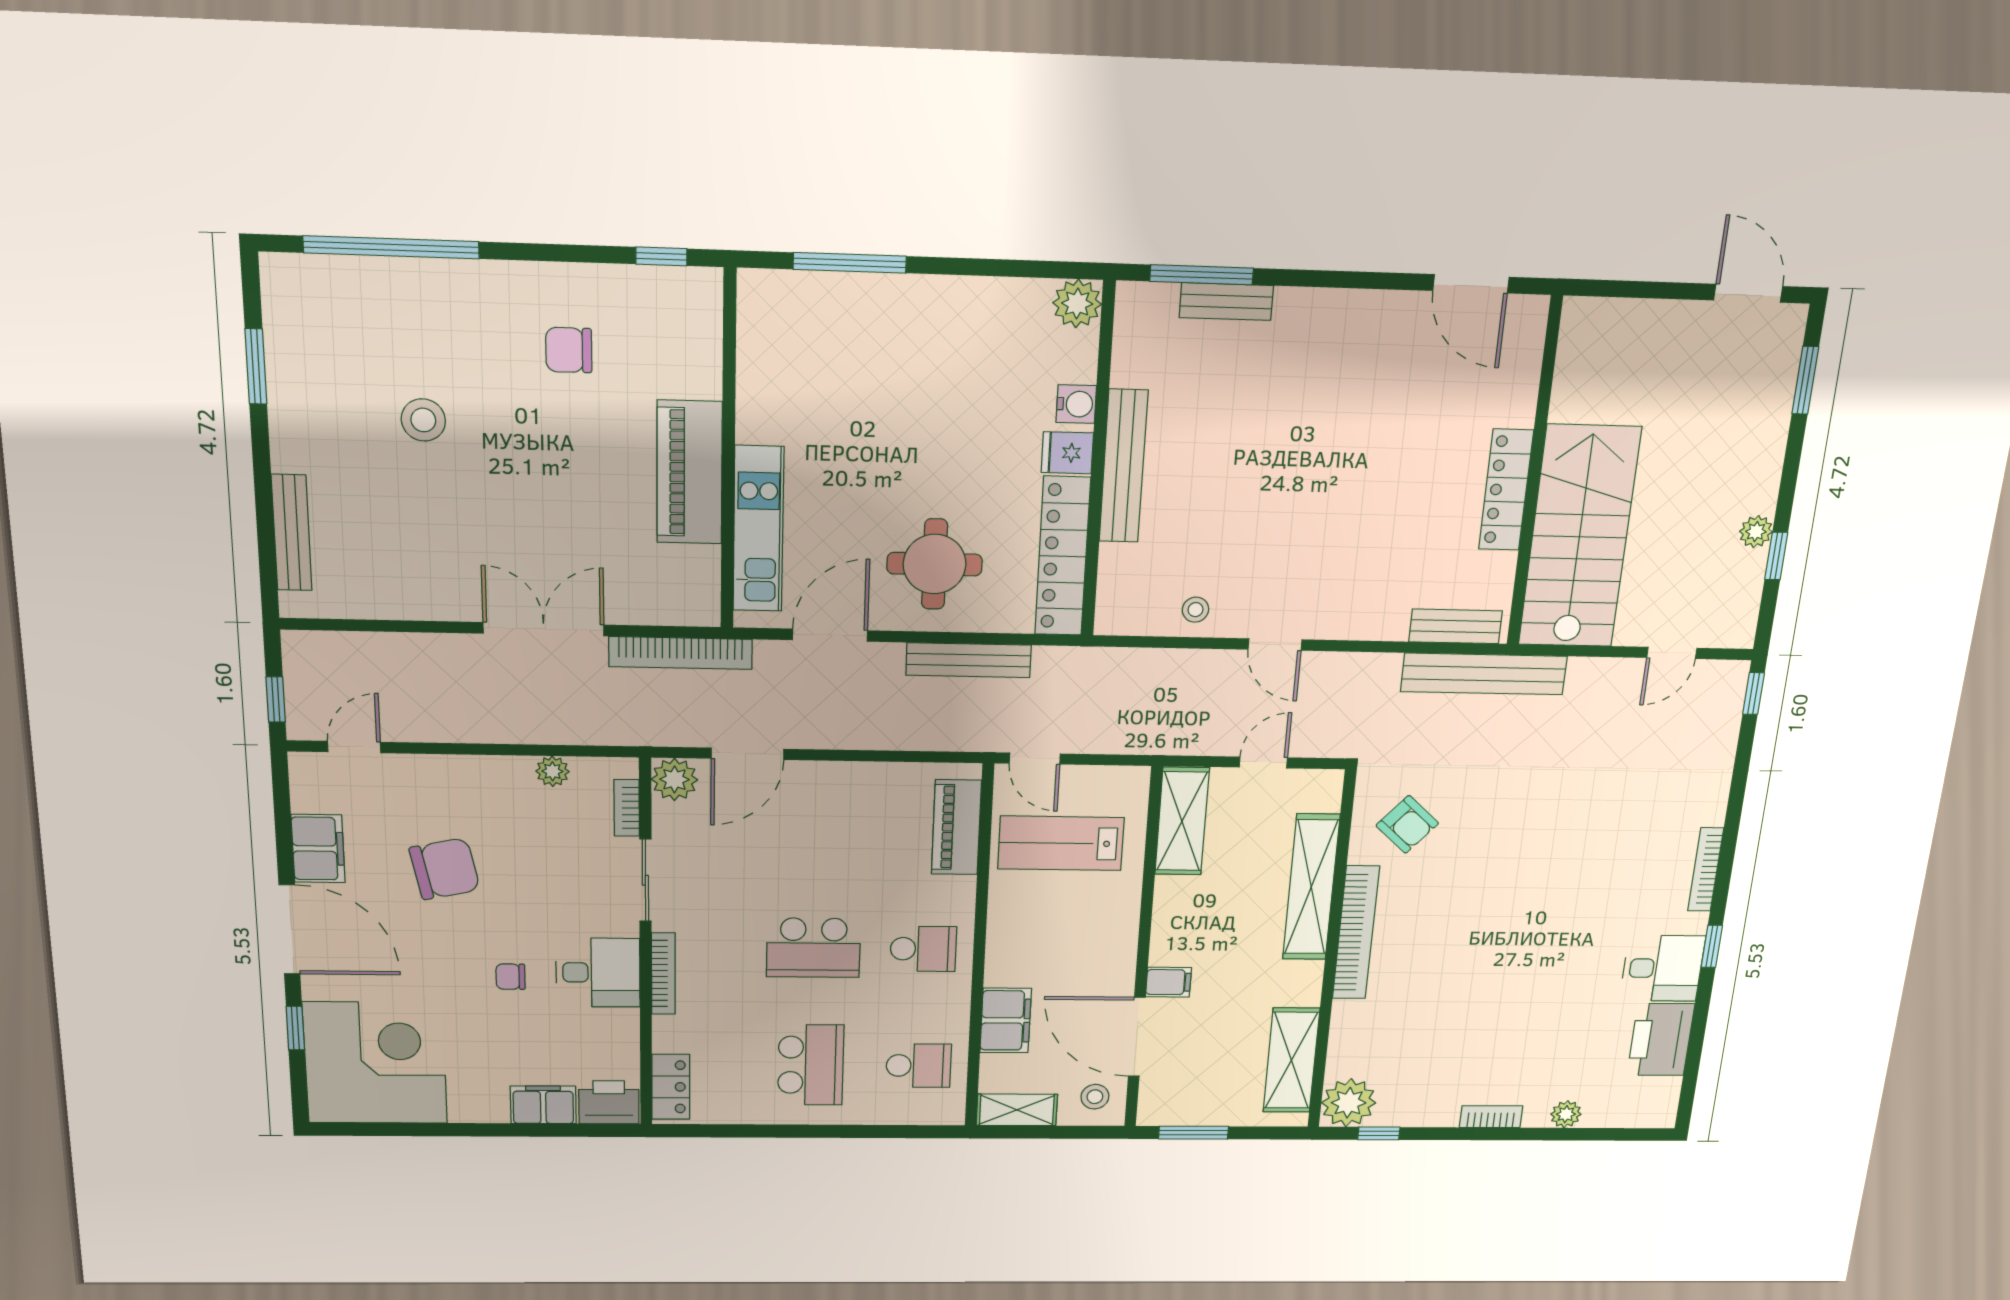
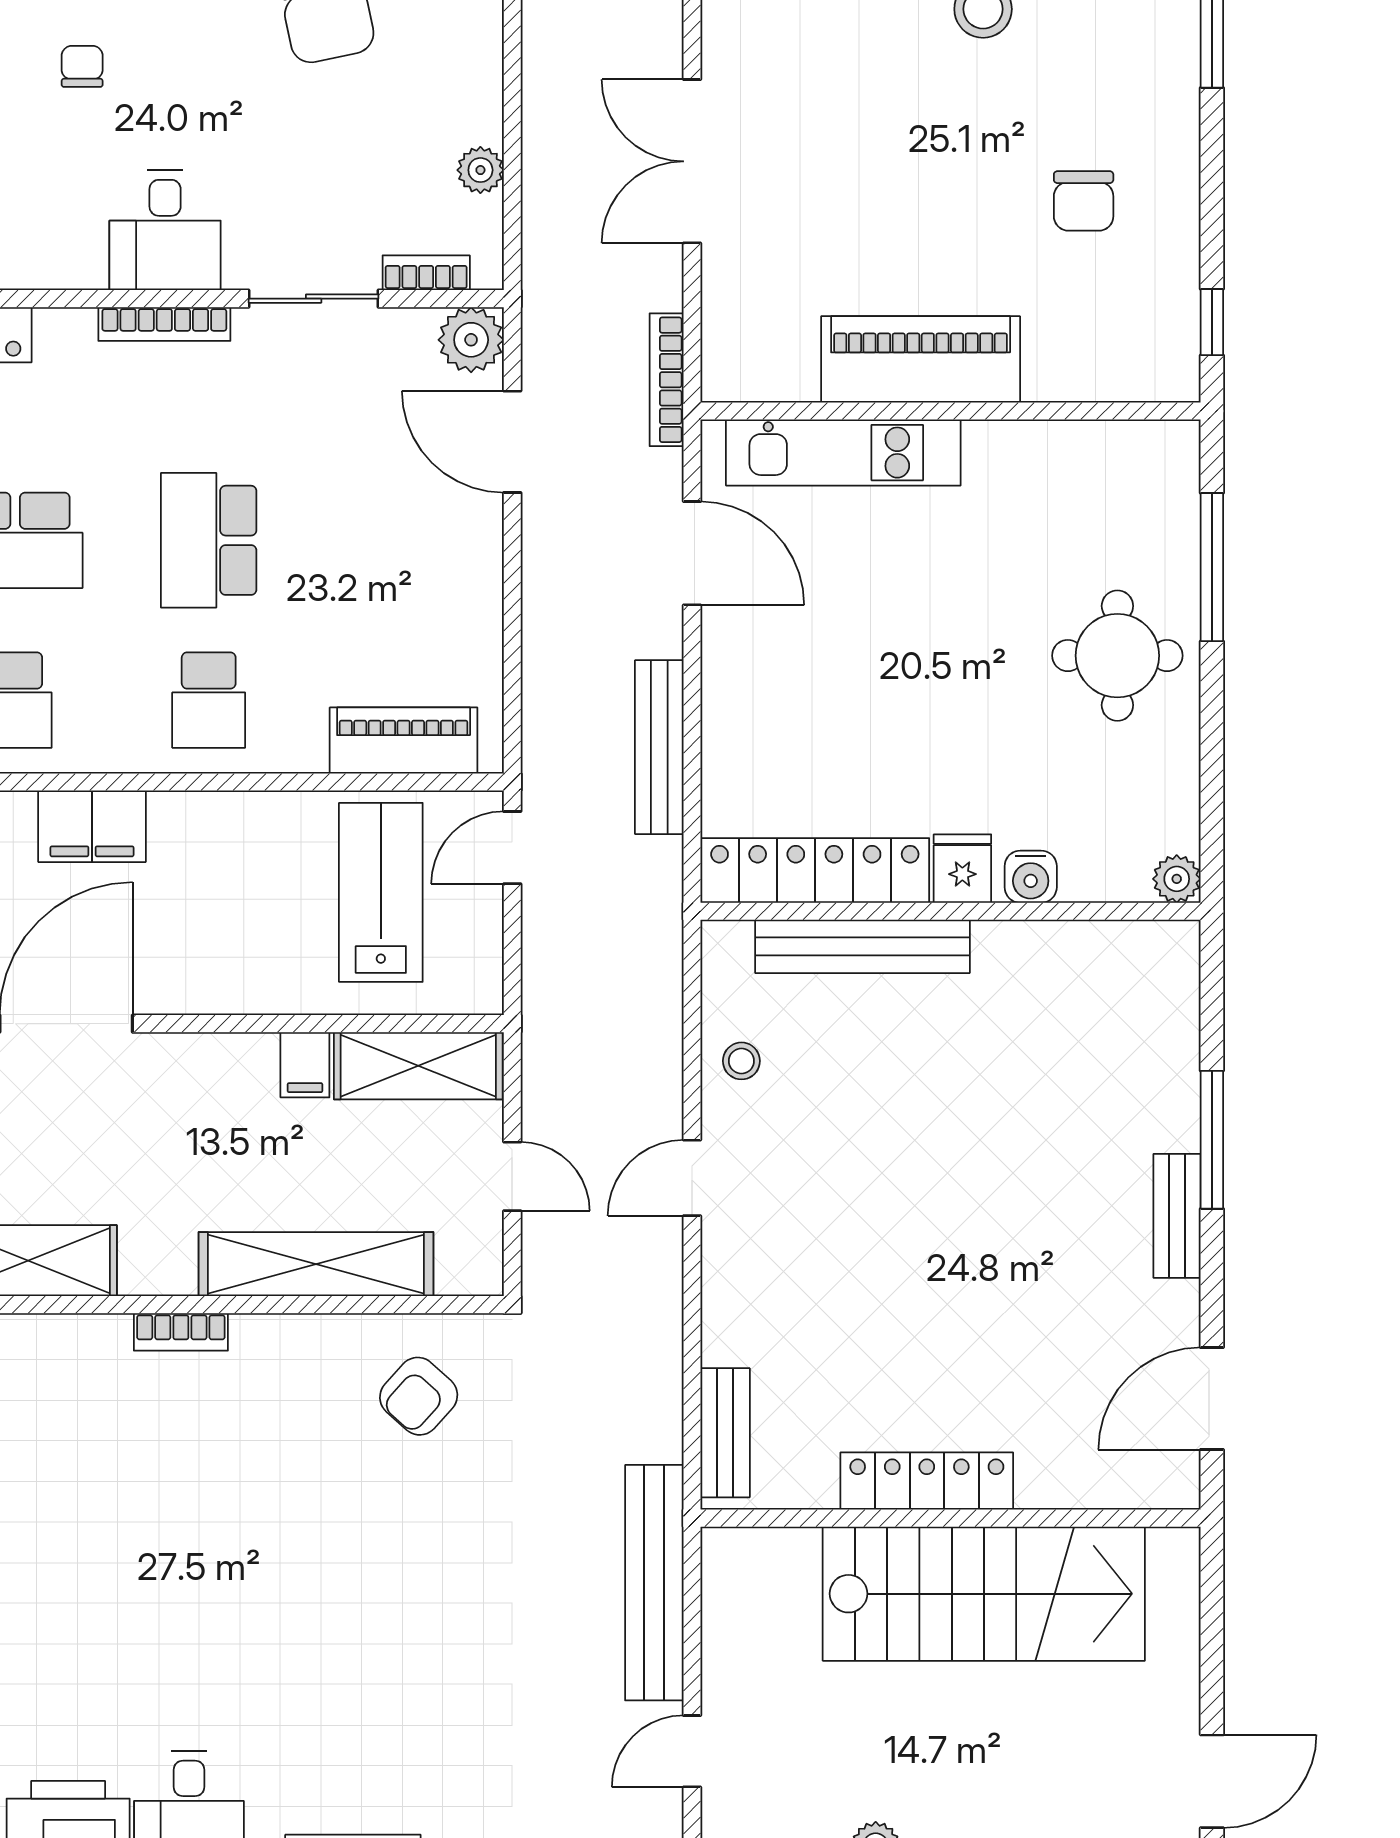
window: (1202, 275) -> (1212, 1140), moved
bench: (1226, 302) -> (1177, 1216), moved
plant: (1077, 303) -> (1177, 879), width x0.73, depth x0.73
chair: (569, 350) -> (1084, 201), turned 180
bench: (1123, 466) -> (862, 946), moved
stairs: (1579, 537) -> (984, 1594), moved
round table: (935, 564) -> (1117, 656), moved
double door: (544, 629) -> (692, 161), swing flipped
bookcase: (681, 653) -> (667, 380), width x0.68, depth x0.76
door: (1672, 653) -> (692, 1751), hinge flipped
bench: (1484, 674) -> (654, 1583), moved
bookcase: (1356, 933) -> (181, 1332), width x0.43, depth x0.76
chair: (511, 977) -> (82, 66), moved
filing cabinet: (1168, 982) -> (305, 1065), moved

